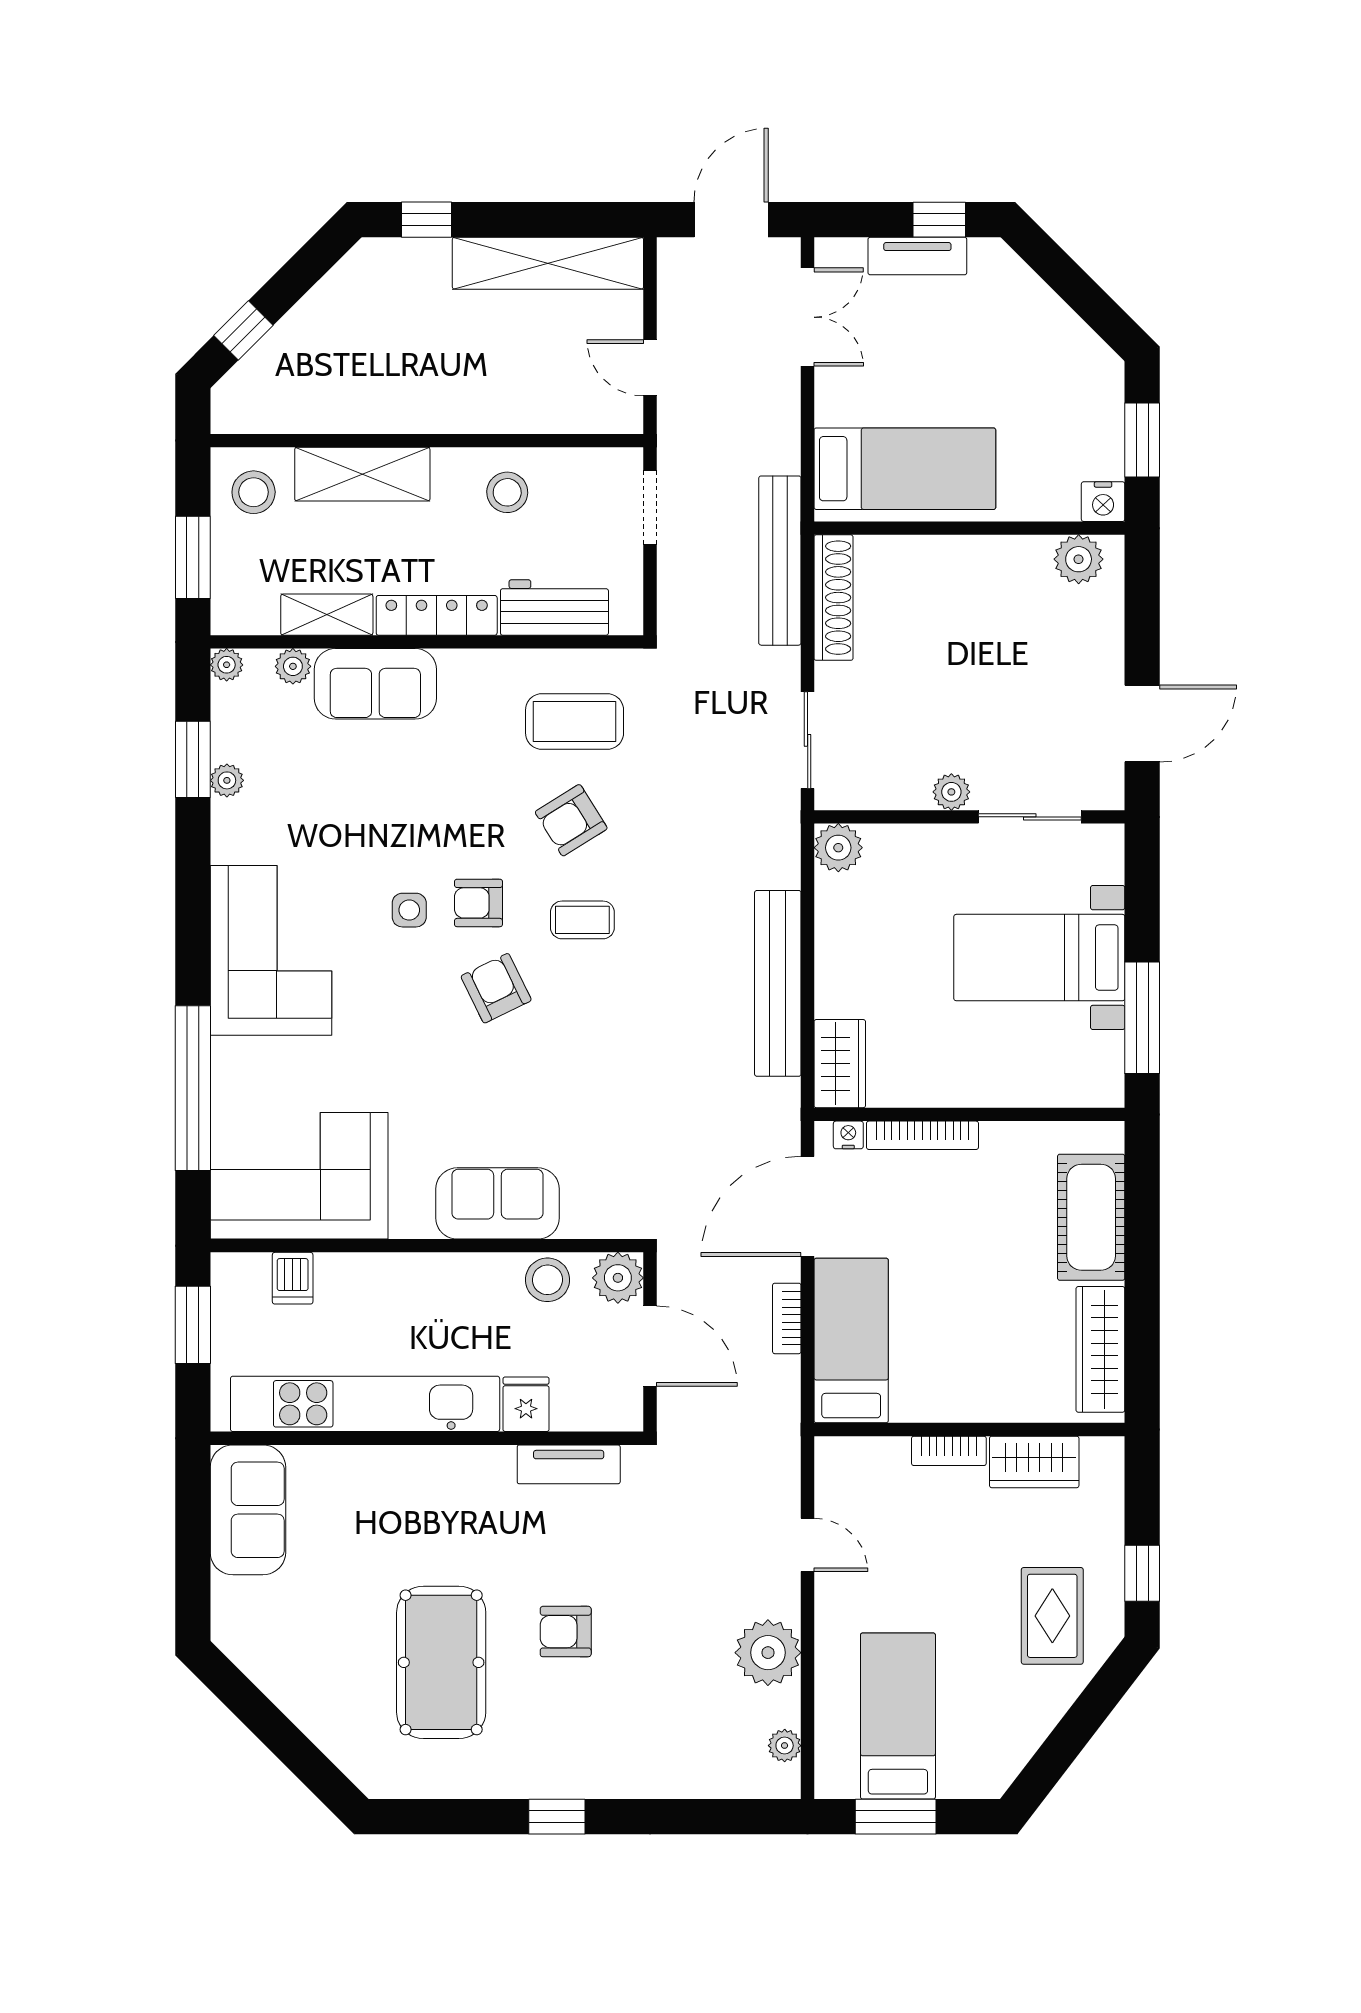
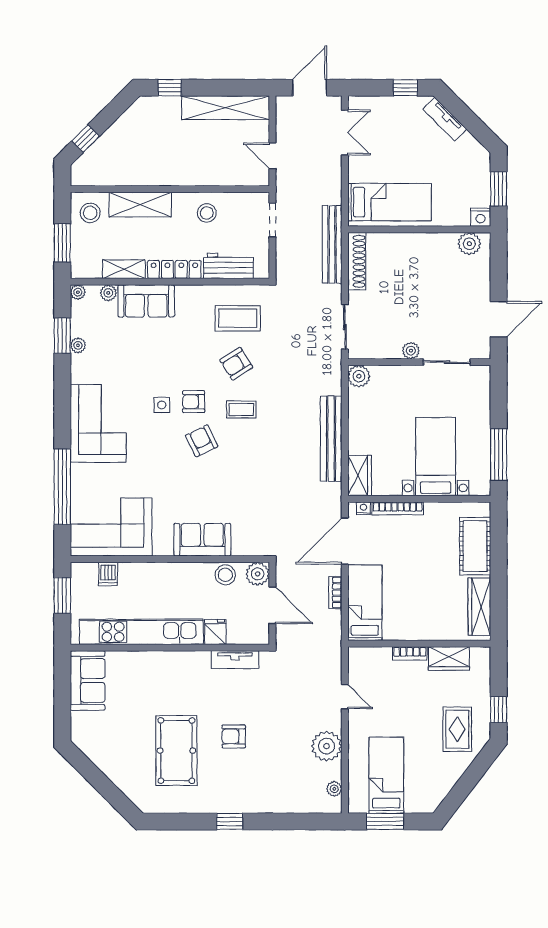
tv unit: (917, 256) -> (445, 119), moved, turned 45
bed with nightstands: (1039, 958) -> (436, 457), moved, turned 90

